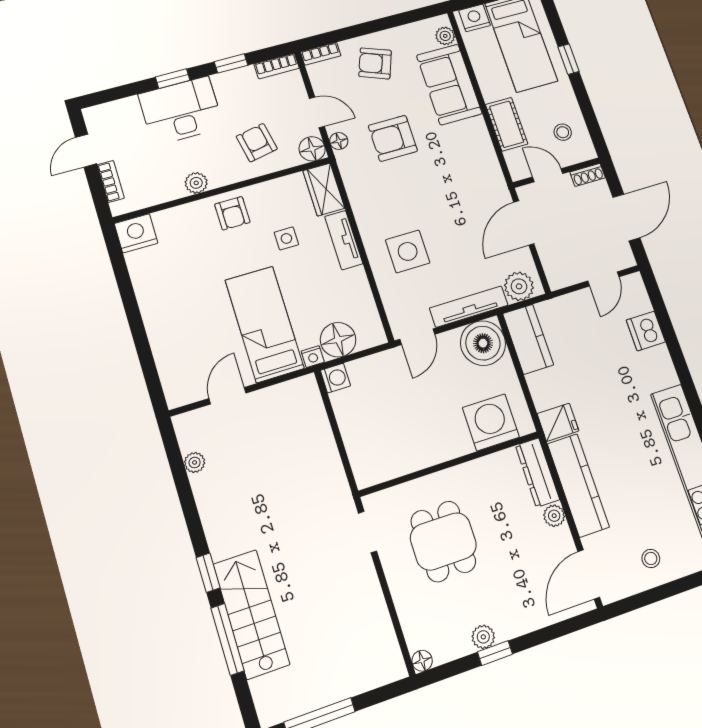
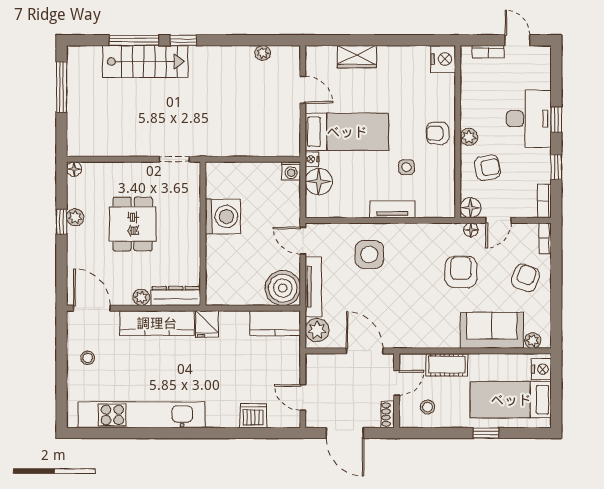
plant: (196, 183) -> (469, 137), moved
wardrobe: (324, 189) -> (357, 57), moved, turned 180
washing machine: (491, 422) -> (223, 216), moved
dining table: (443, 541) -> (133, 224), moved, turned 90

